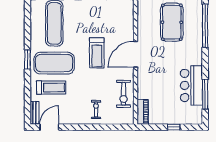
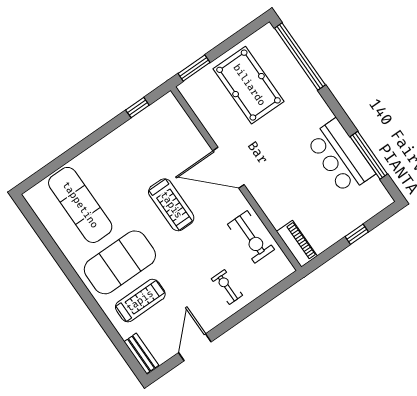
door: (136, 54) -> (228, 168), hinge flipped
window: (27, 60) -> (78, 284), removed
door: (49, 127) -> (195, 347), moved

